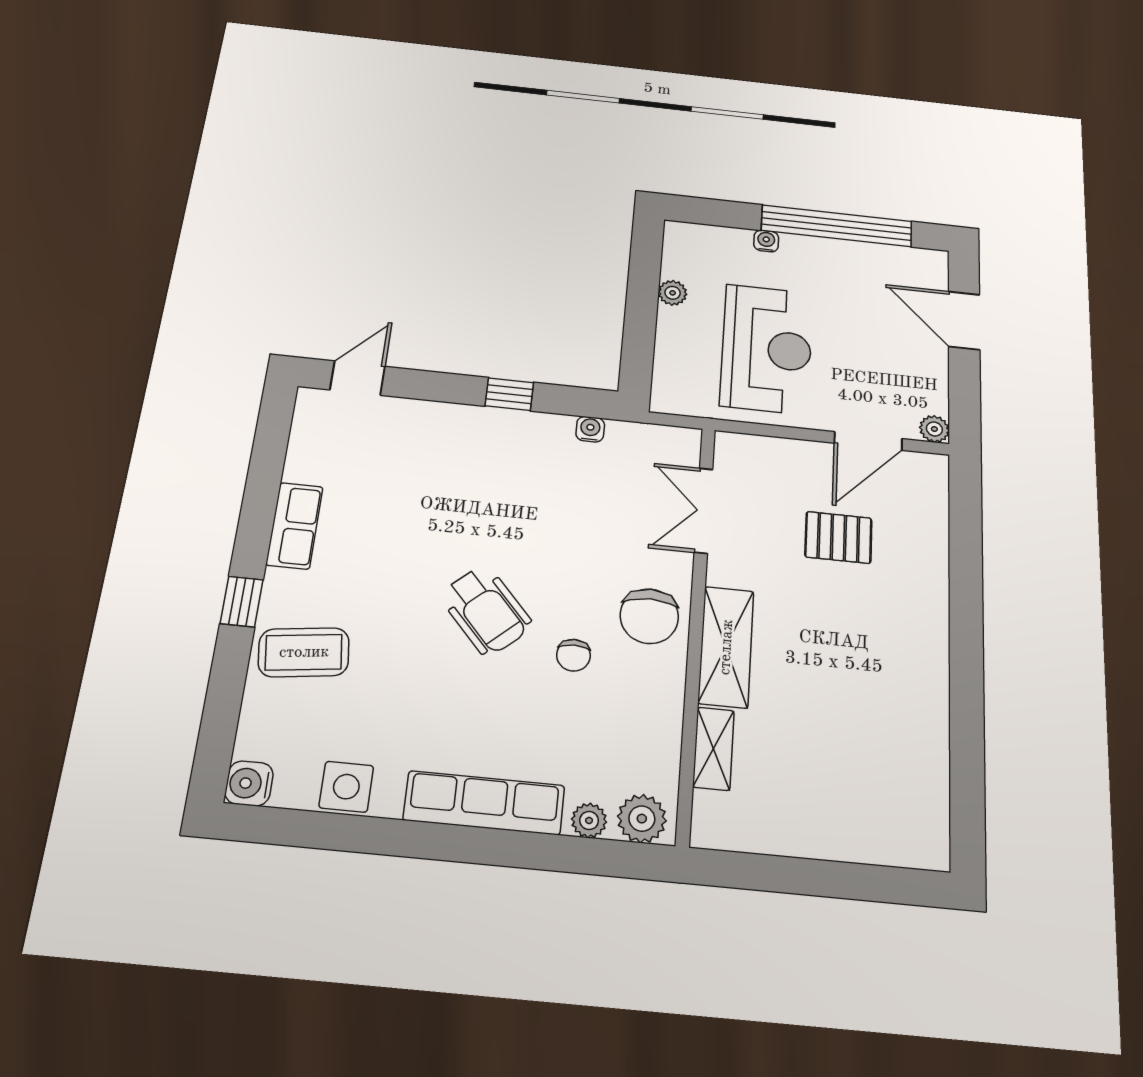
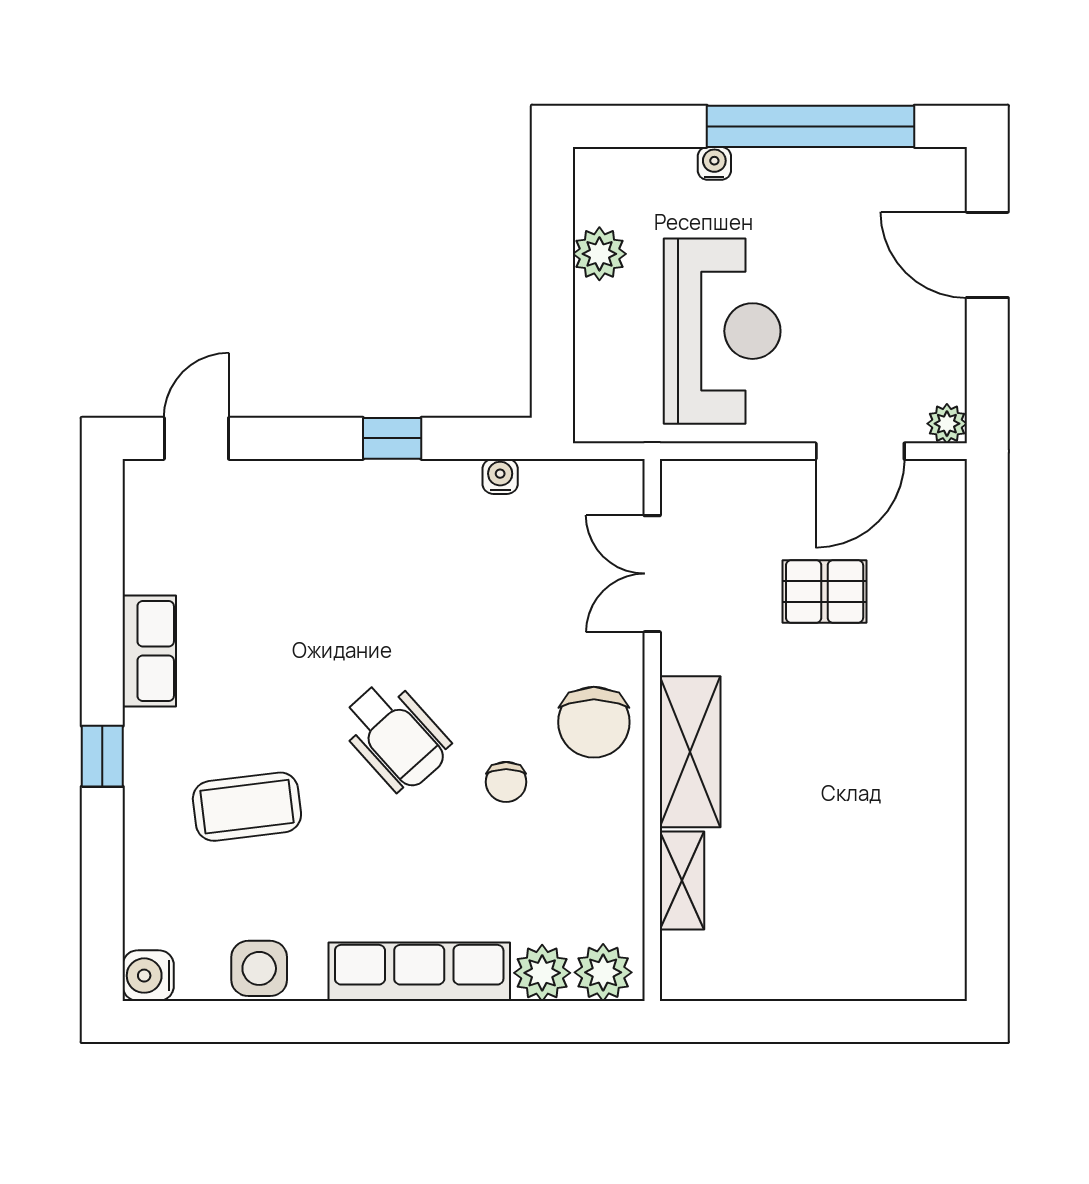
plant: (673, 293) -> (599, 254), width x1.38, depth x1.38
coffee table: (304, 652) -> (247, 807), moved
plant: (589, 820) -> (542, 973), width x1.38, depth x1.38

